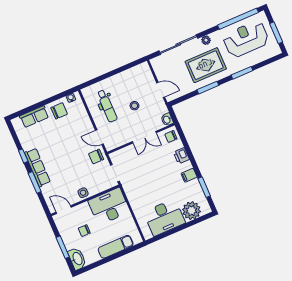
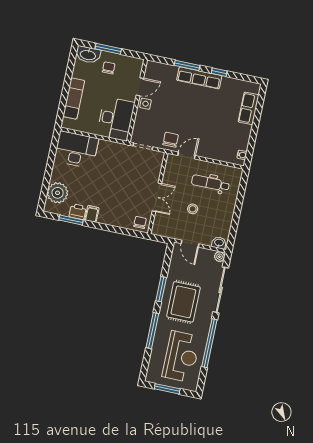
window: (238, 19) -> (209, 343), moved
plant: (206, 40) -> (220, 257), moved
window: (242, 73) -> (152, 331), width x1.44
door: (161, 90) -> (190, 244), hinge flipped
chair: (59, 111) -> (237, 135), removed
washbasin: (167, 120) -> (219, 243), moved
double door: (144, 137) -> (157, 197), swing flipped
printer: (181, 156) -> (78, 212), moved
door: (64, 210) -> (140, 87), moved
desk: (164, 217) -> (76, 150), moved, turned 90
chair: (84, 231) -> (109, 68), moved

